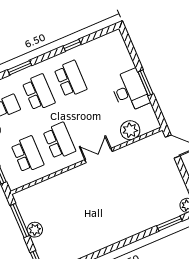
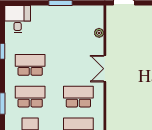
desk: (130, 91) -> (18, 19), moved, width x0.73
plant: (130, 130) -> (99, 33), width x0.53, depth x0.53

